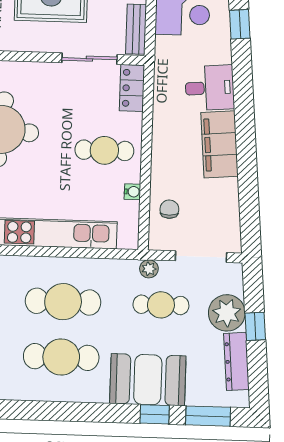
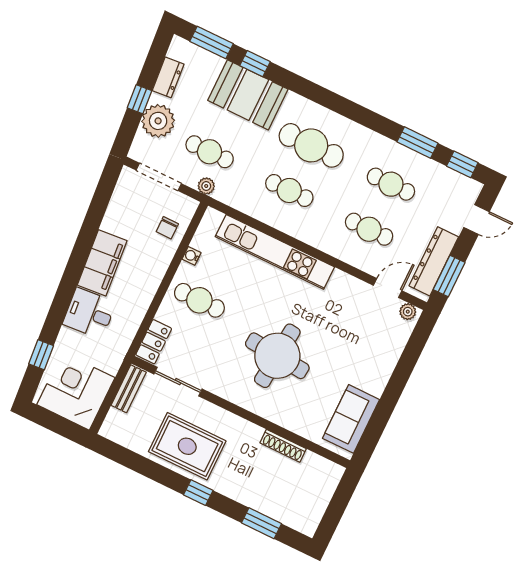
cafe table: (63, 302) -> (289, 190), width x0.73, depth x0.74
dresser: (236, 361) -> (168, 77), width x0.70

